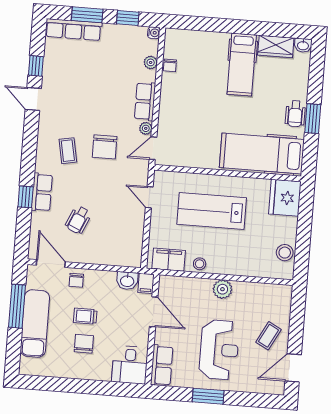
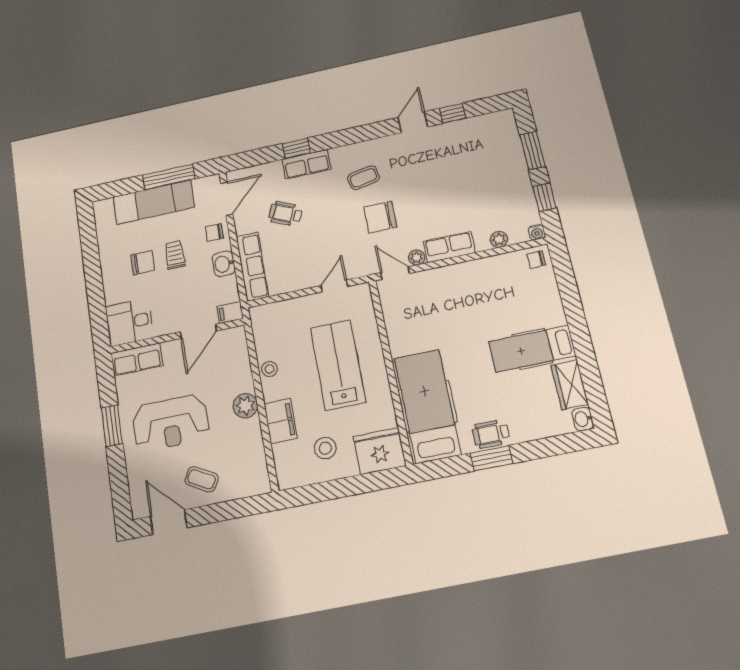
row of seats: (74, 30) -> (252, 266), moved, turned 180
chair: (170, 65) -> (536, 259), moved
stool: (285, 253) -> (325, 448), moved
filing cabinet: (169, 260) -> (281, 421), moved
washbasin: (127, 281) -> (224, 264), moved

